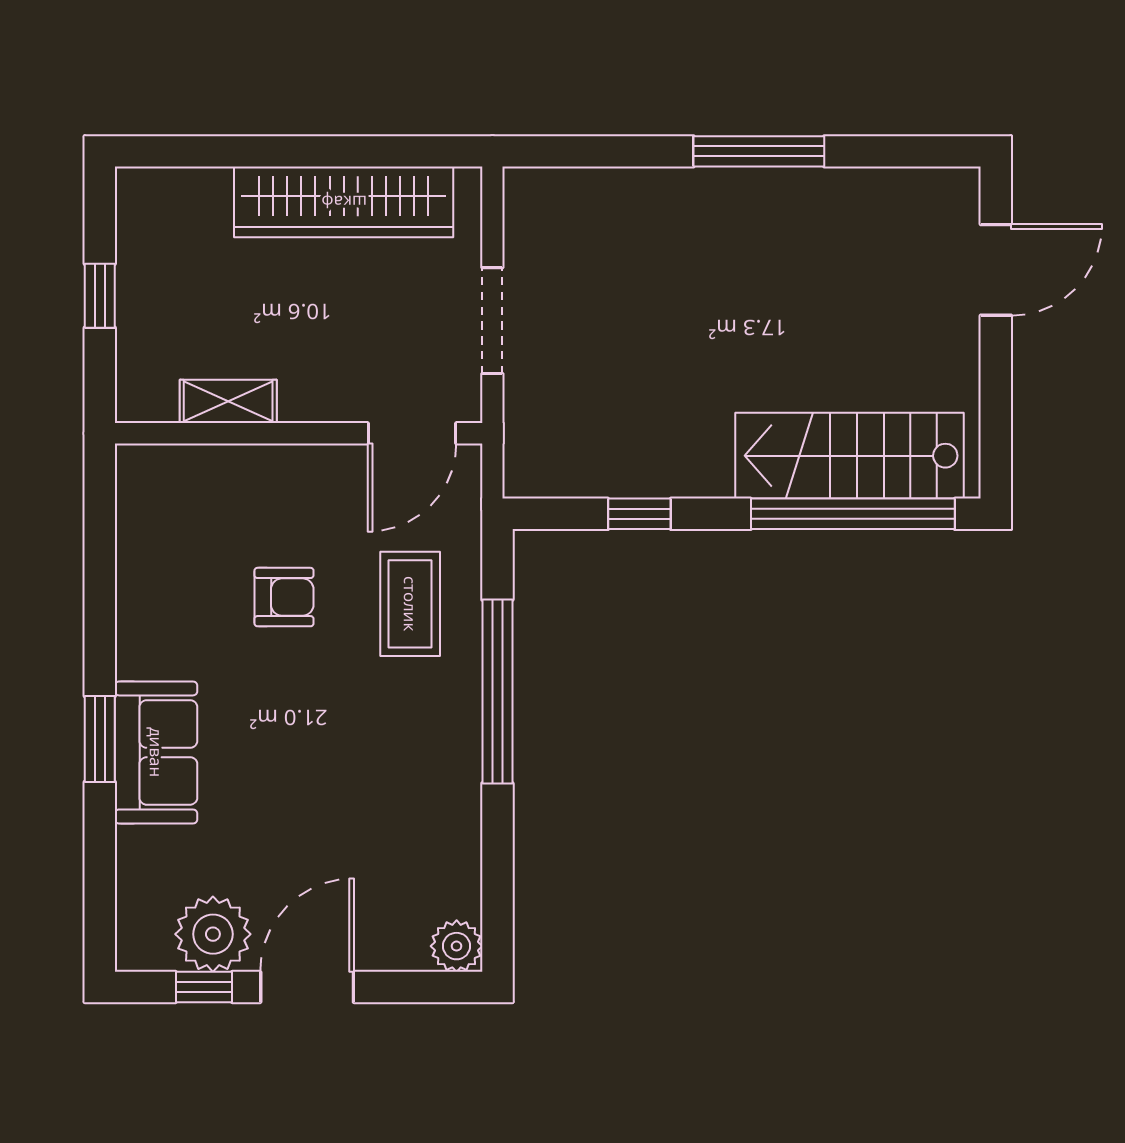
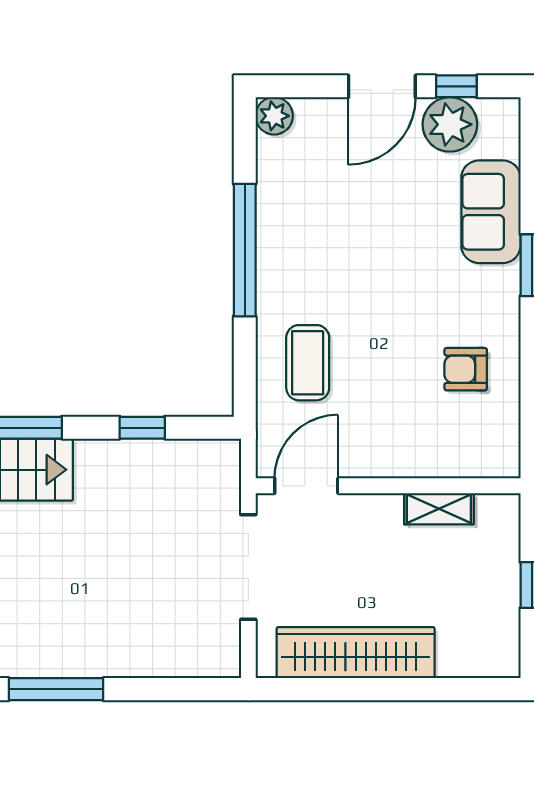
doorway: (492, 321) -> (248, 567), width x1.36
armchair: (284, 597) -> (466, 369), moved
window: (497, 691) -> (245, 250), moved
sofa: (156, 752) -> (491, 212), moved

